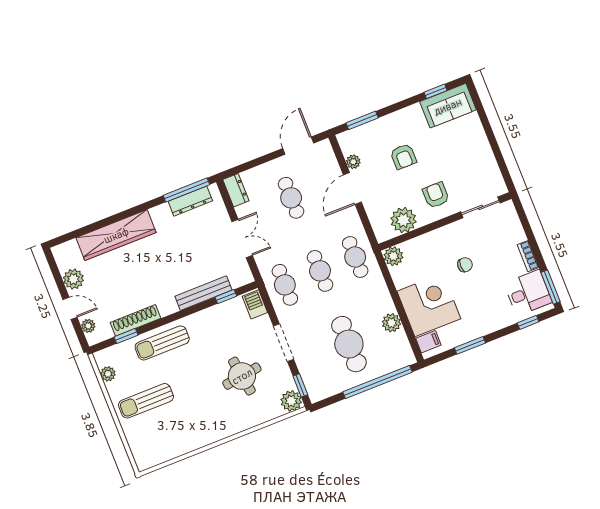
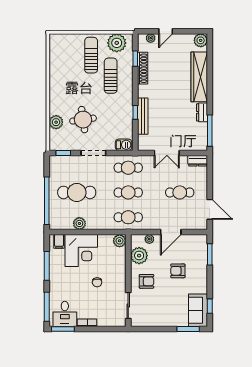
window: (480, 109) -> (188, 329), added
plant: (353, 162) -> (149, 239), moved
door: (352, 188) -> (171, 232), swing flipped
dresser: (190, 201) -> (202, 112), moved, width x0.70
plant: (73, 279) -> (201, 40), moved
window: (226, 297) -> (135, 112), moved
window: (528, 322) -> (47, 307), width x2.17
sun lounger: (162, 343) -> (111, 76), moved
window: (470, 345) -> (47, 266), width x1.44
plant: (108, 374) -> (117, 43), width x1.88, depth x1.88
plant: (291, 401) -> (56, 122), moved

